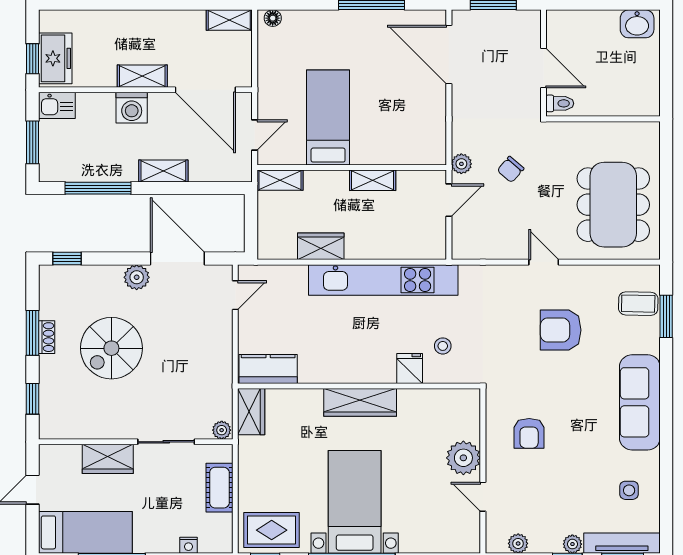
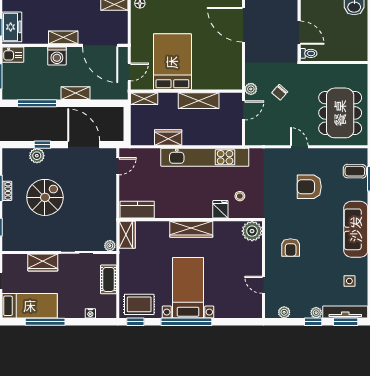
bed: (328, 117) -> (172, 62), width x1.50
shelving: (373, 180) -> (199, 101), width x1.50, depth x1.33
window: (67, 258) -> (42, 145), moved
plant: (137, 277) -> (37, 156), moved
spiral stairs: (111, 348) -> (45, 197), turned 180
plant: (463, 458) -> (252, 231), moved

